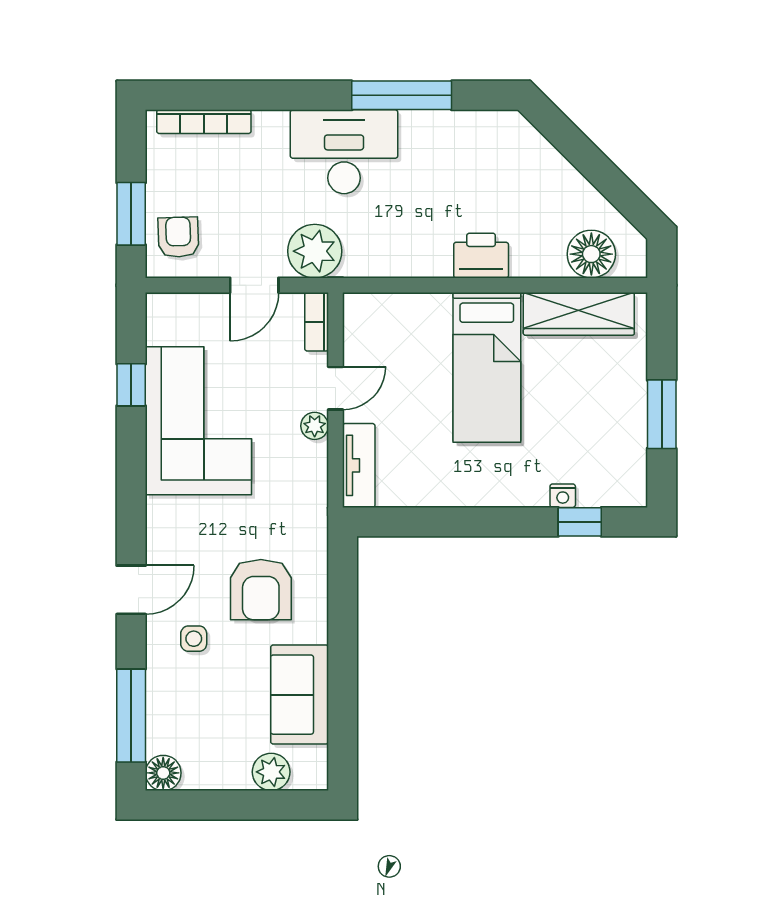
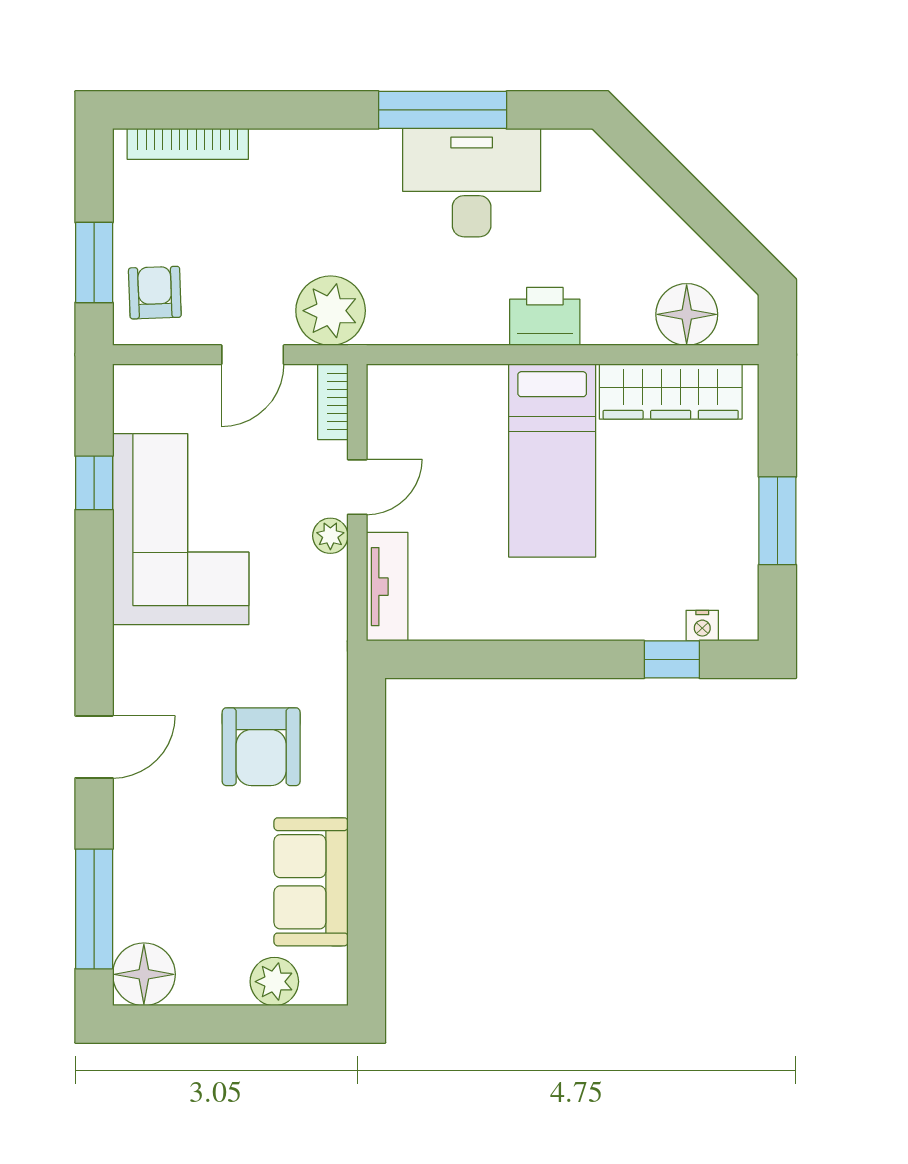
desk: (344, 152) -> (472, 183), moved
nightstand: (563, 496) -> (702, 626), moved
side table: (194, 639) -> (175, 810), removed
floor lamp: (163, 773) -> (144, 974), width x1.38, depth x1.38

